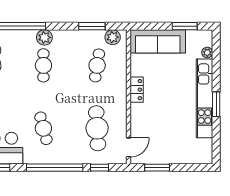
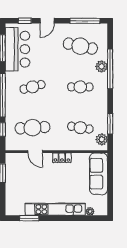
window: (185, 26) -> (110, 194), removed
plant: (44, 37) -> (102, 66), moved
window: (216, 104) -> (29, 218), moved
door: (129, 147) -> (35, 152), moved

